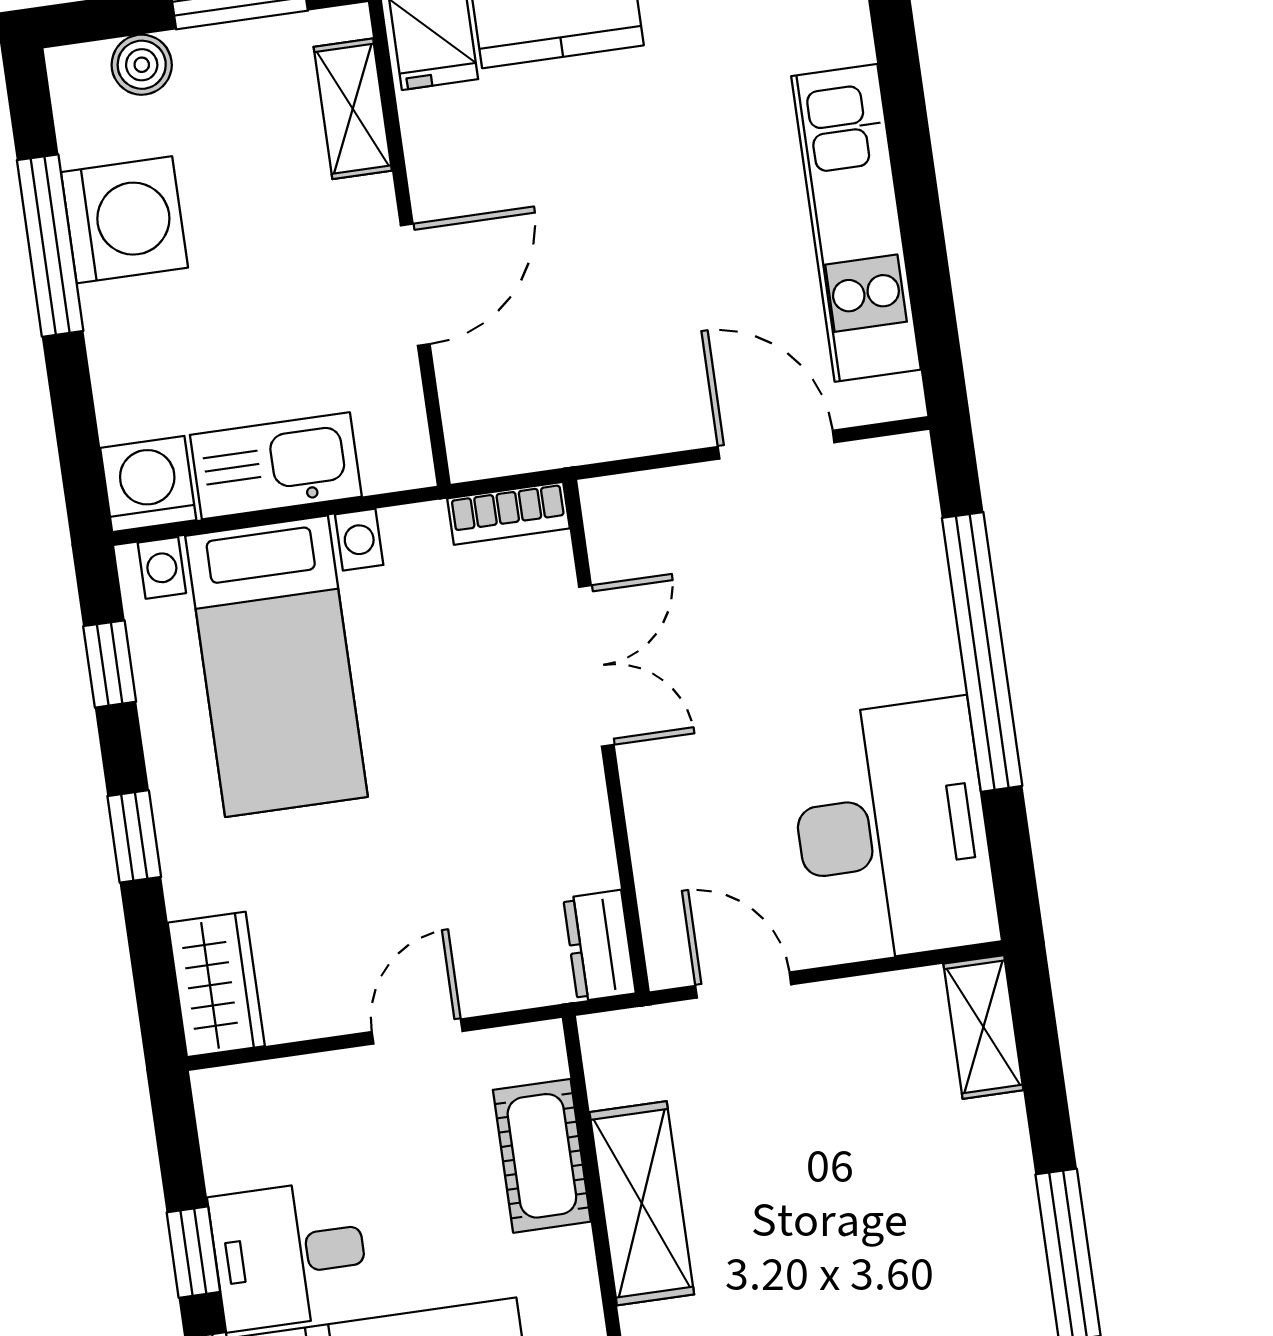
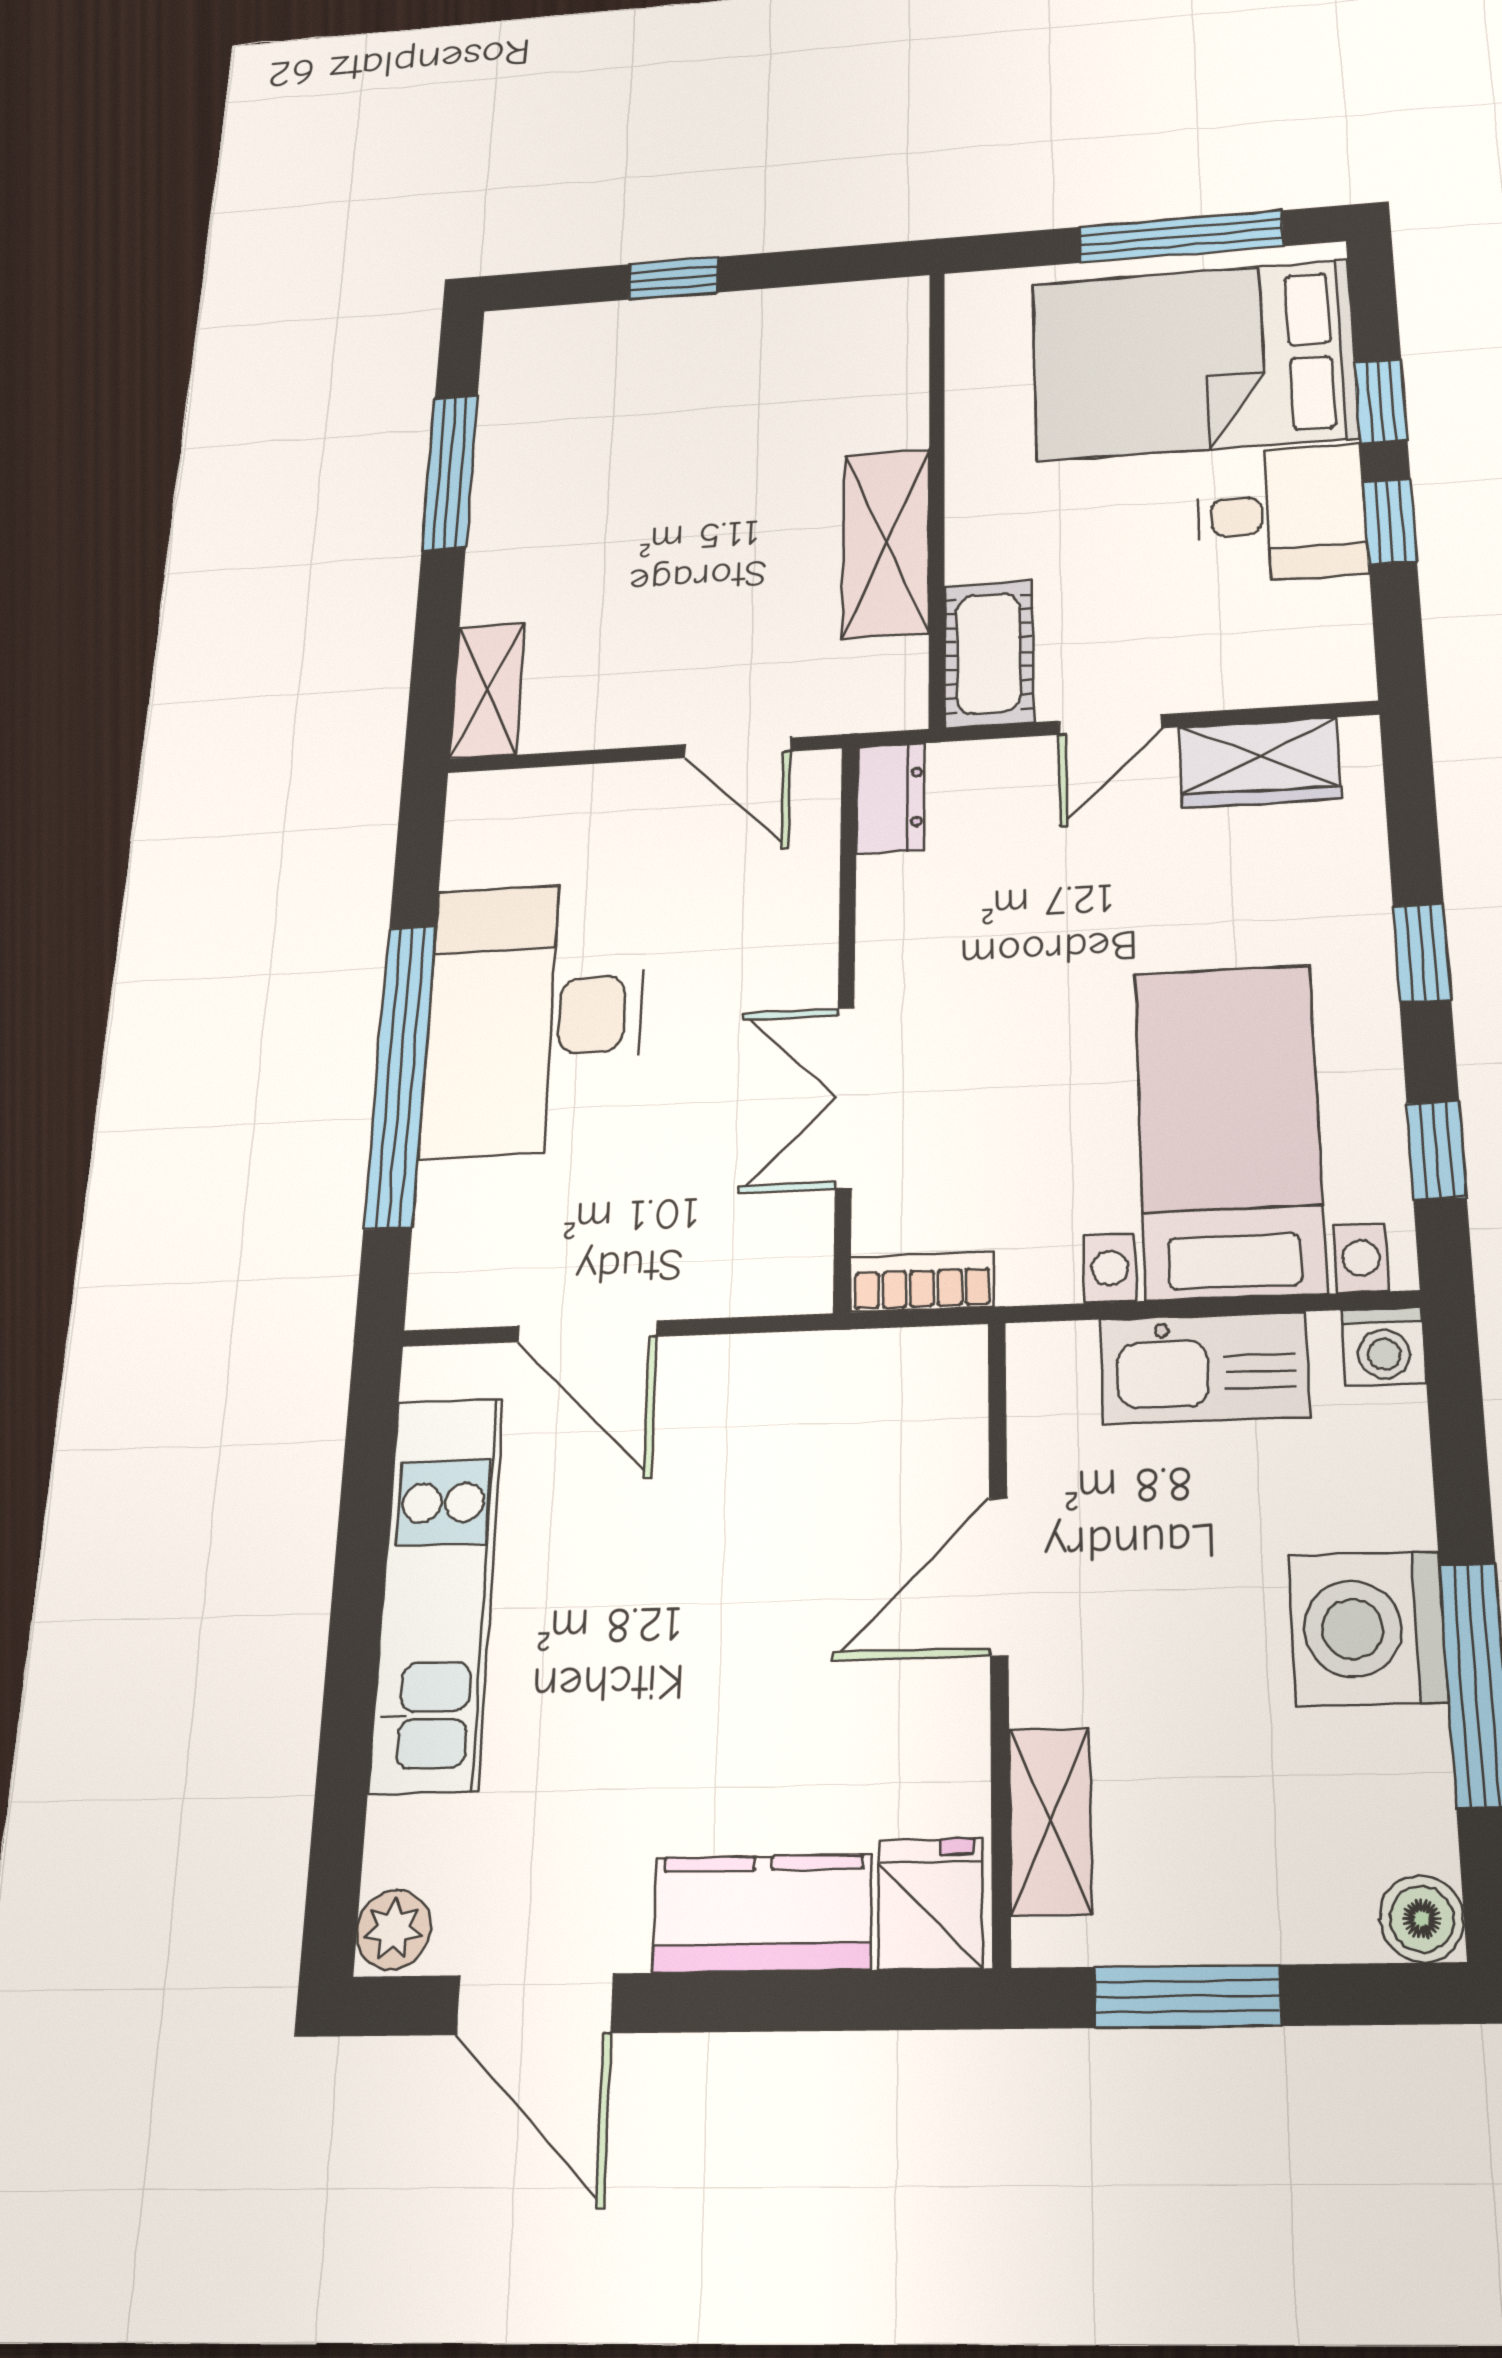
boiler: (142, 65) -> (1422, 1919), moved
washing machine: (124, 220) -> (1368, 1628), moved
washing machine: (148, 484) -> (1384, 1347), width x0.73, depth x0.73
desk: (892, 831) -> (534, 1018), moved
wardrobe: (216, 984) -> (1260, 763), moved, turned -90
cot: (542, 1156) -> (988, 653), moved

